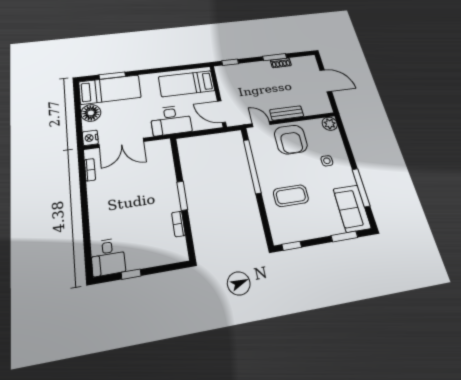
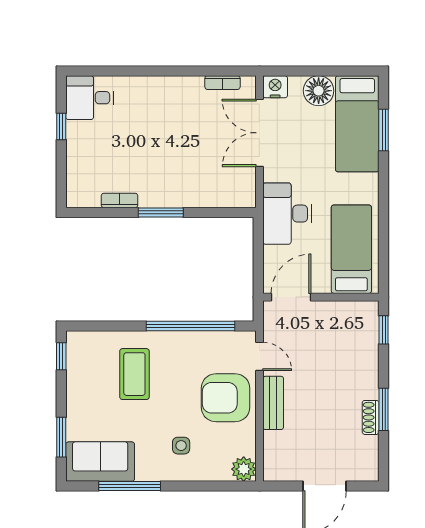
door: (261, 124) -> (259, 356), hinge flipped

